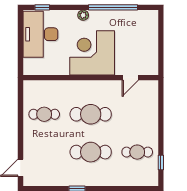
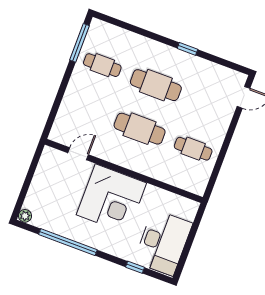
window: (42, 7) -> (135, 267), moved
plant: (83, 15) -> (25, 216), moved
window: (161, 162) -> (79, 43), width x2.17

